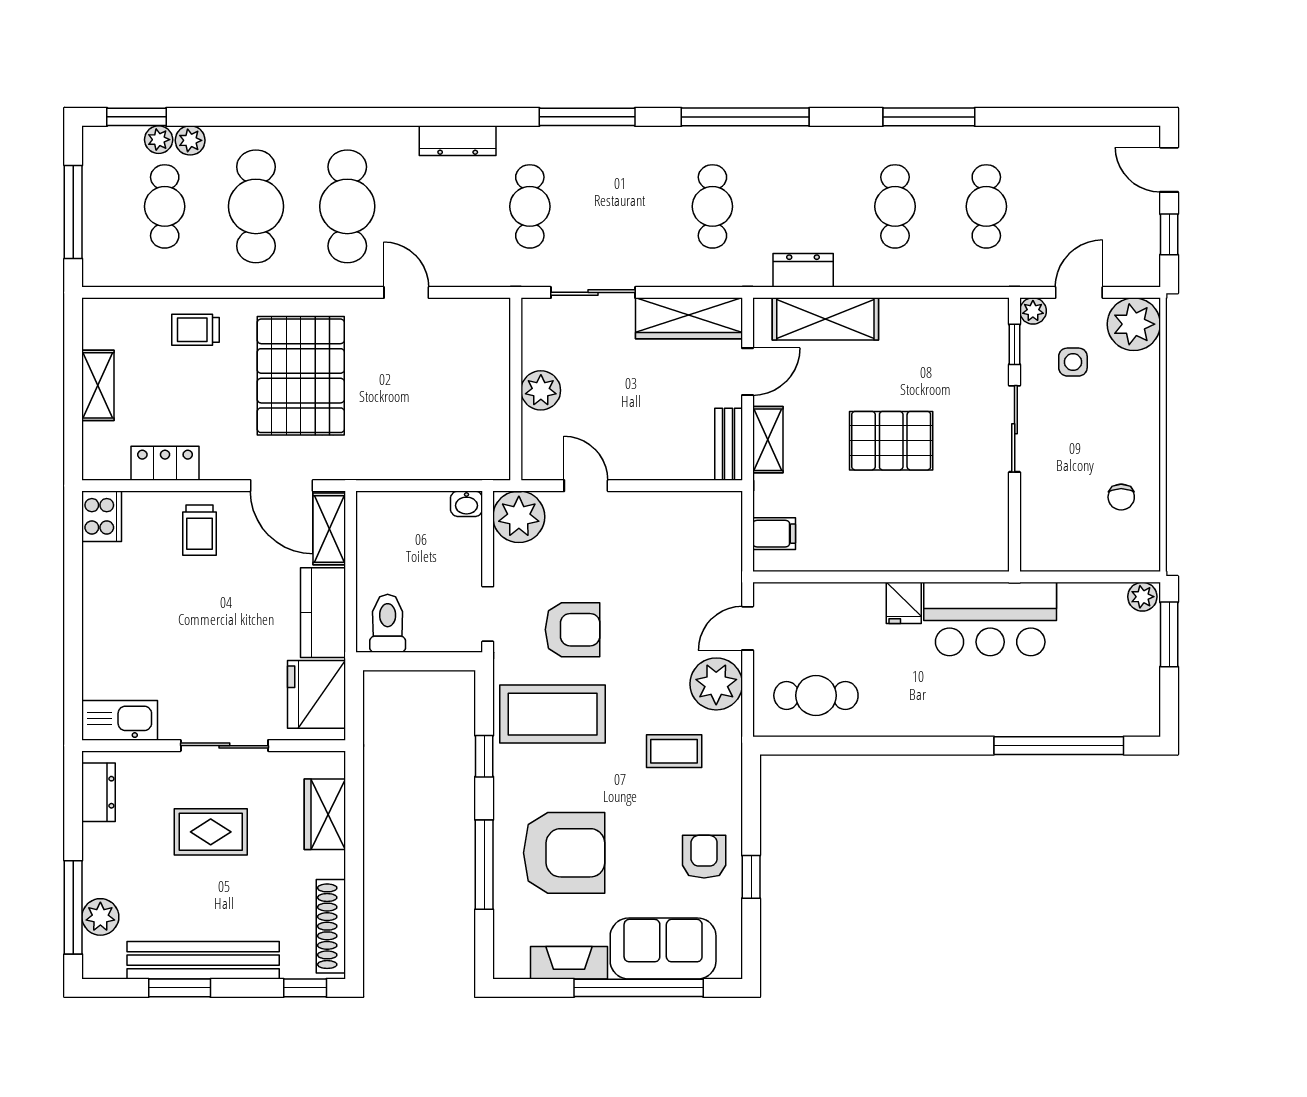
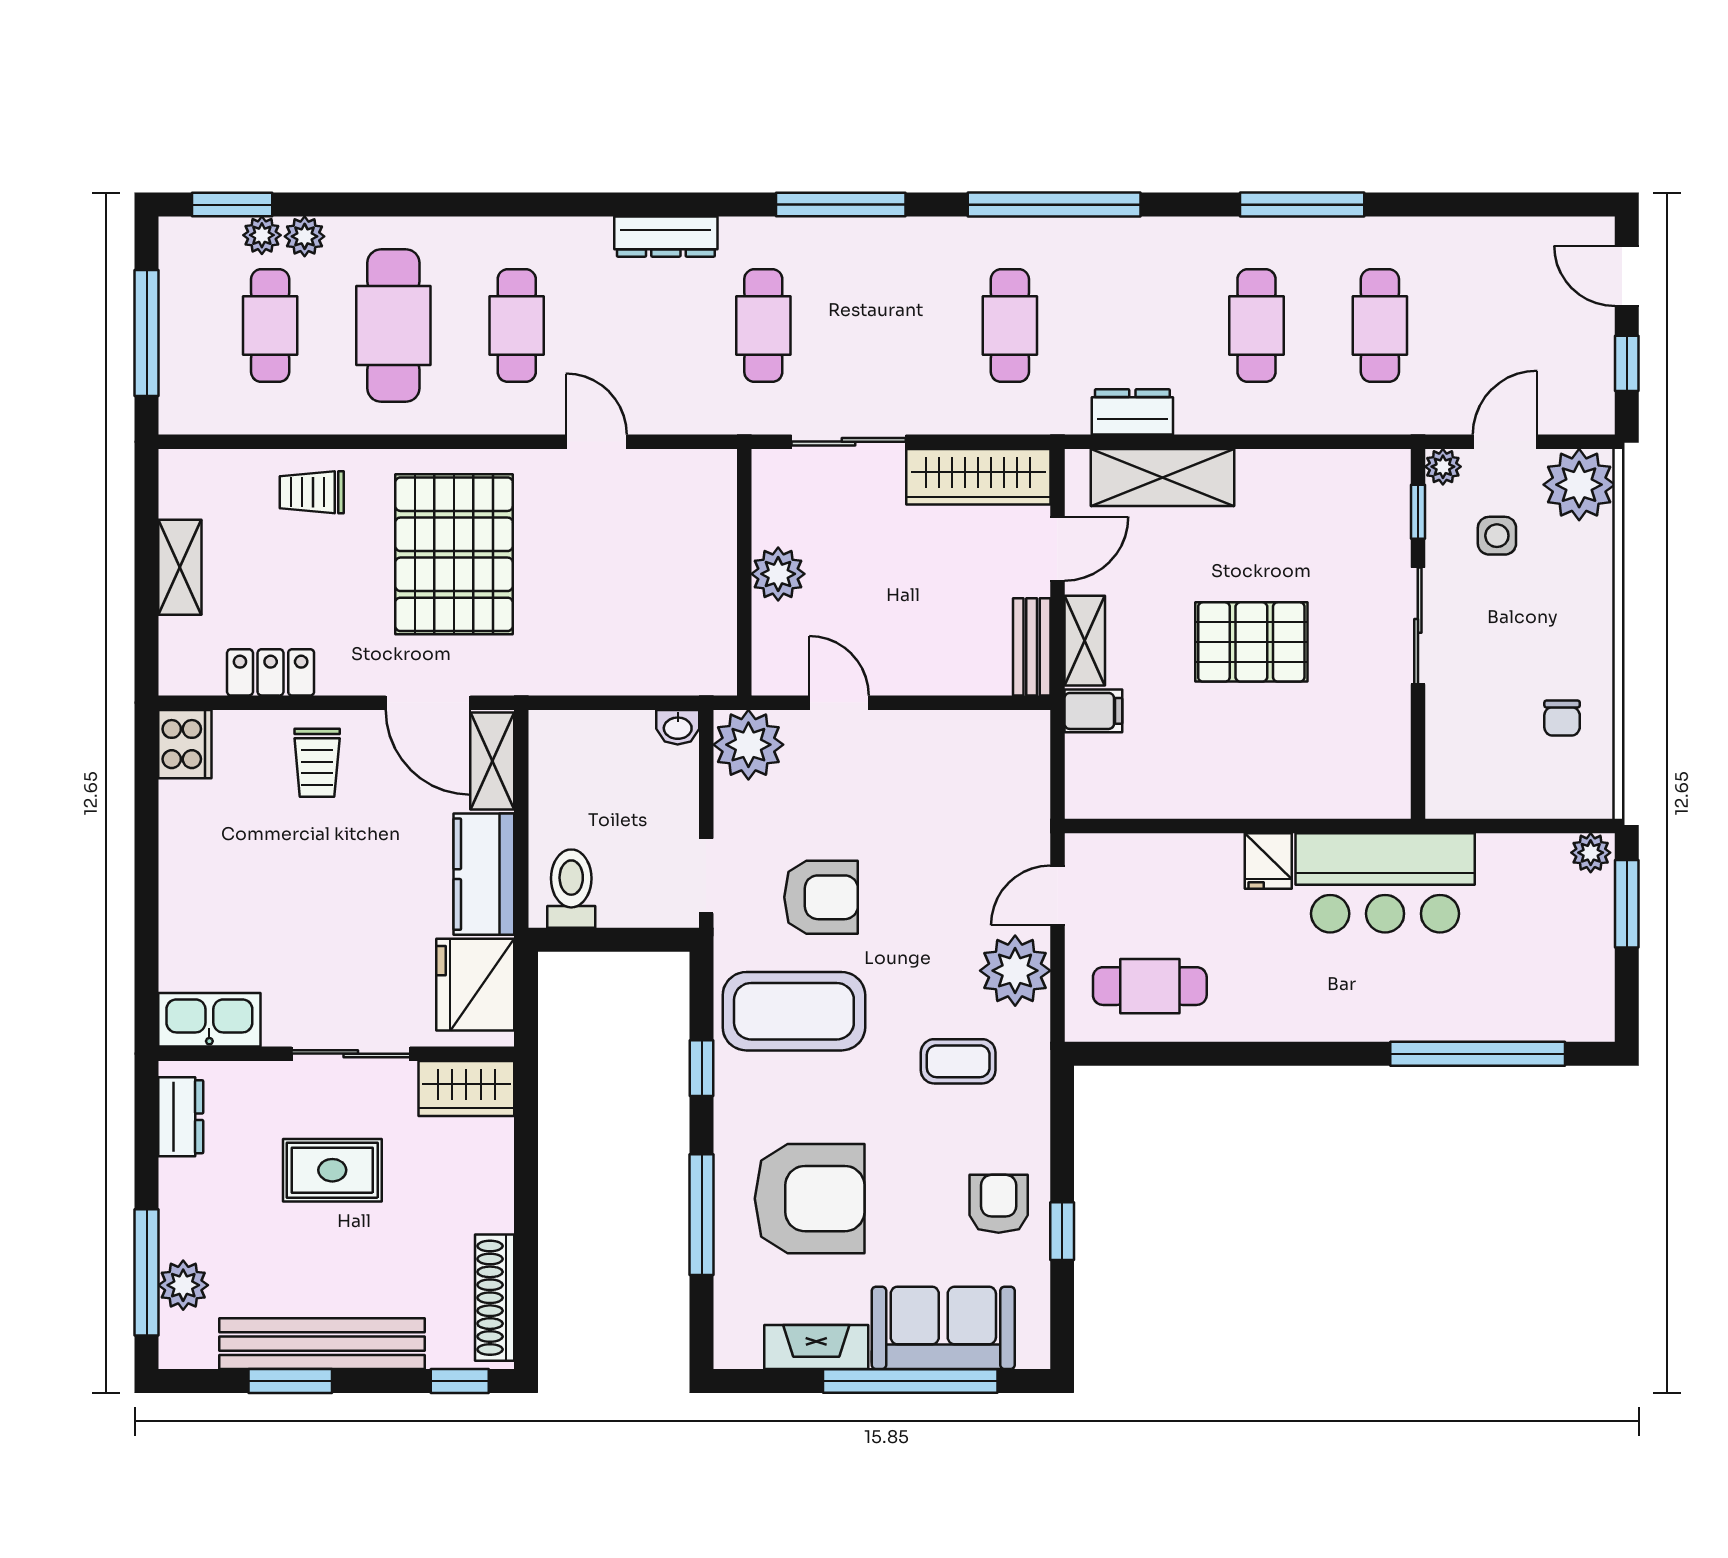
cafe table: (347, 206) -> (517, 326), width x0.73, depth x0.74
filing cabinet: (774, 534) -> (1093, 711), moved
wardrobe: (325, 814) -> (466, 1088), moved, turned -90

